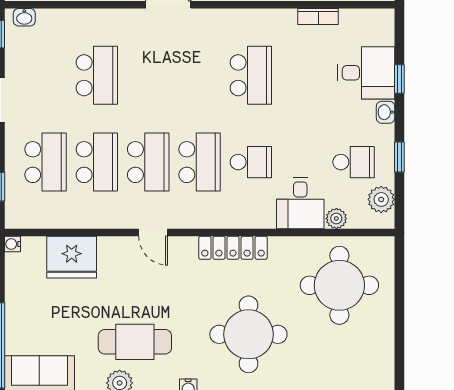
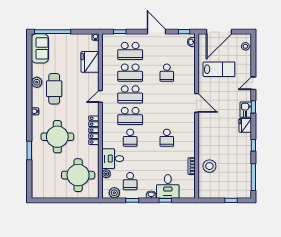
school desk: (97, 75) -> (167, 73), width x0.54
school desk: (251, 75) -> (167, 138), width x0.54

